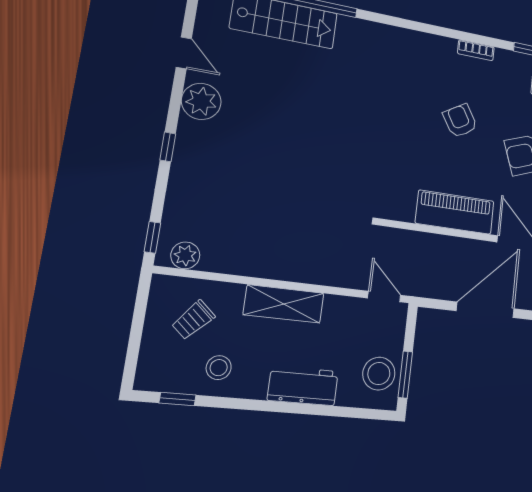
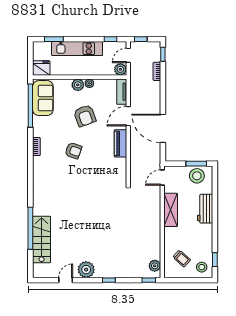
armchair: (460, 121) -> (73, 151), turned -130
piano: (455, 212) -> (120, 143), width x0.73, depth x0.75
shelving: (284, 304) -> (171, 210), moved
stool: (219, 368) -> (202, 267), moved

